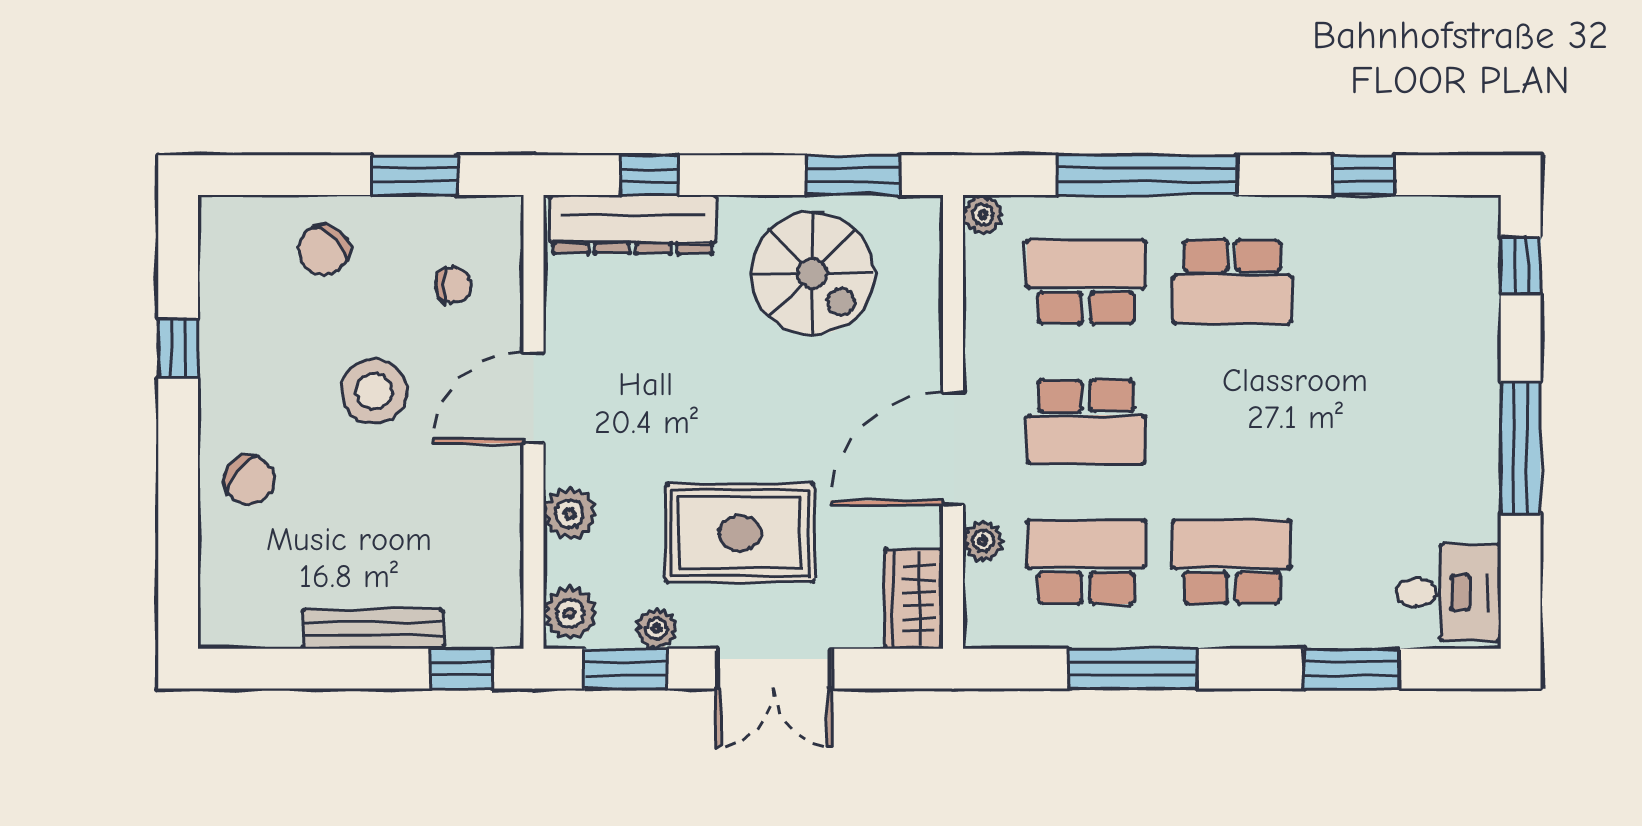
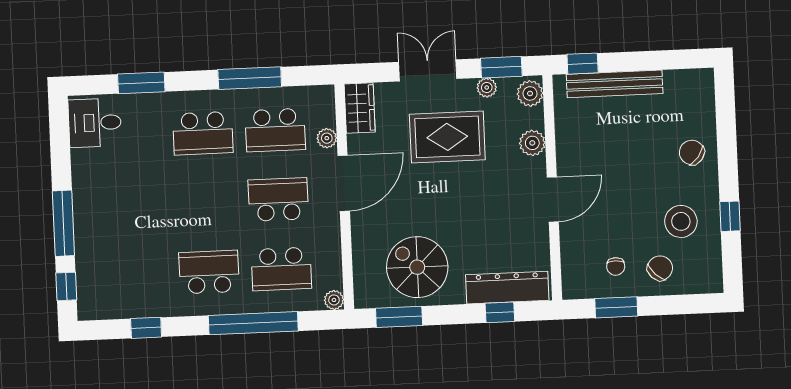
chair: (453, 285) -> (616, 266), moved, turned -90
stool: (374, 391) -> (681, 221), moved
window: (1521, 448) -> (63, 223), moved
bench: (373, 629) -> (615, 84), width x1.37, depth x1.21

